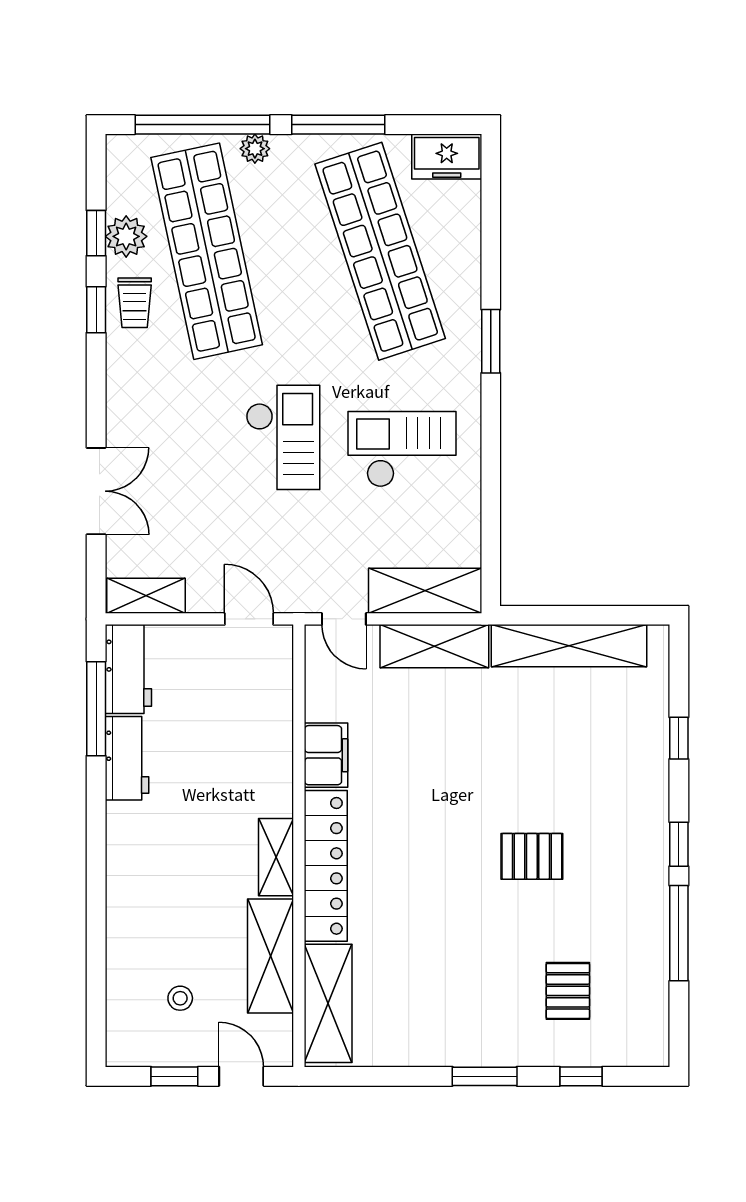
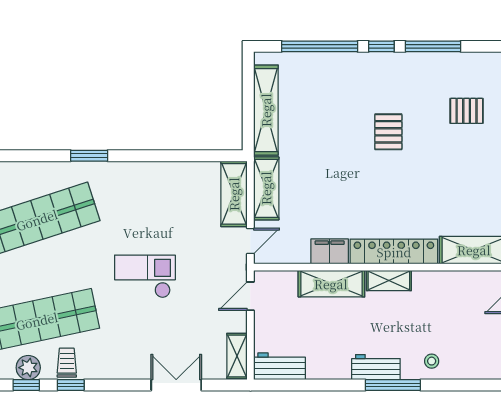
trolley: (135, 303) -> (67, 363), turned -90
checkout: (402, 449) -> (152, 207), removed
window: (96, 709) -> (393, 385), moved
window: (679, 738) -> (320, 46), width x3.17
workbench: (127, 758) -> (376, 367), moved
shelving: (271, 956) -> (331, 284), moved
stool: (180, 998) -> (432, 361), moved

